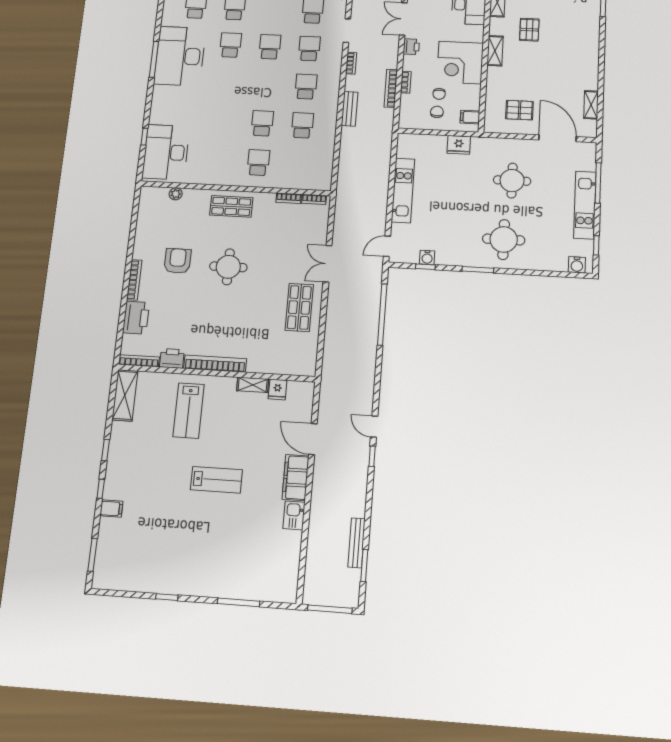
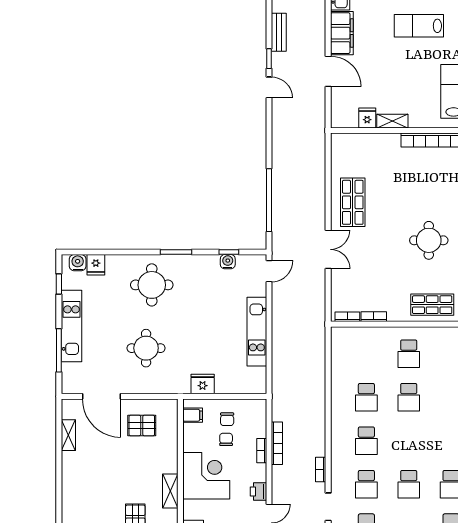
bench: (350, 109) -> (279, 32), moved
fridge: (559, 262) -> (96, 265), added

